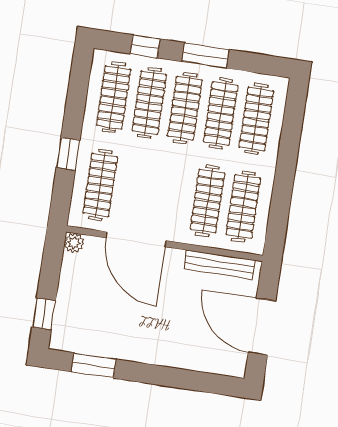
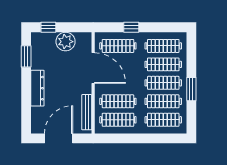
window: (145, 46) -> (191, 58), removed
door: (136, 239) -> (93, 68), swing flipped
plant: (74, 243) -> (66, 42), moved, width x1.87, depth x1.87
dresser: (158, 353) -> (37, 88), added

